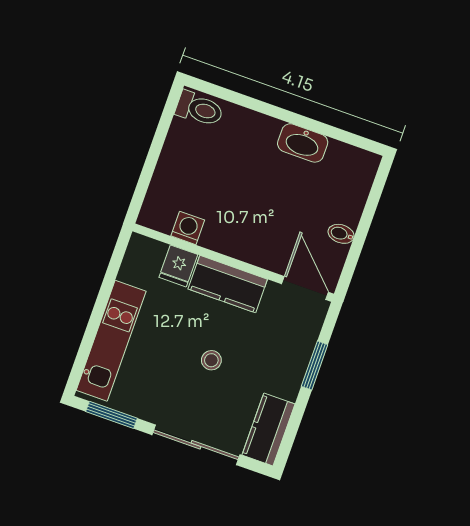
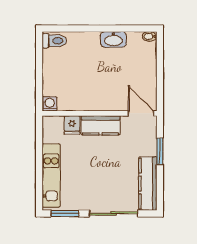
washing machine: (188, 228) -> (50, 104), moved
bidet: (341, 234) -> (150, 36), moved
stool: (211, 360) -> (106, 167), removed
kitchen counter: (268, 430) -> (148, 184), width x1.50

